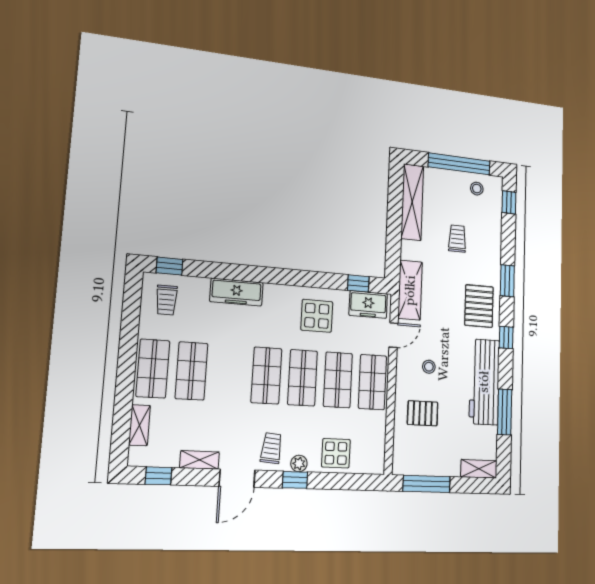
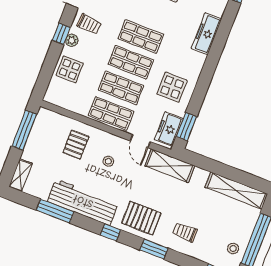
trolley: (457, 239) -> (185, 232), moved, turned 180
window: (358, 283) -> (187, 127), width x1.50

